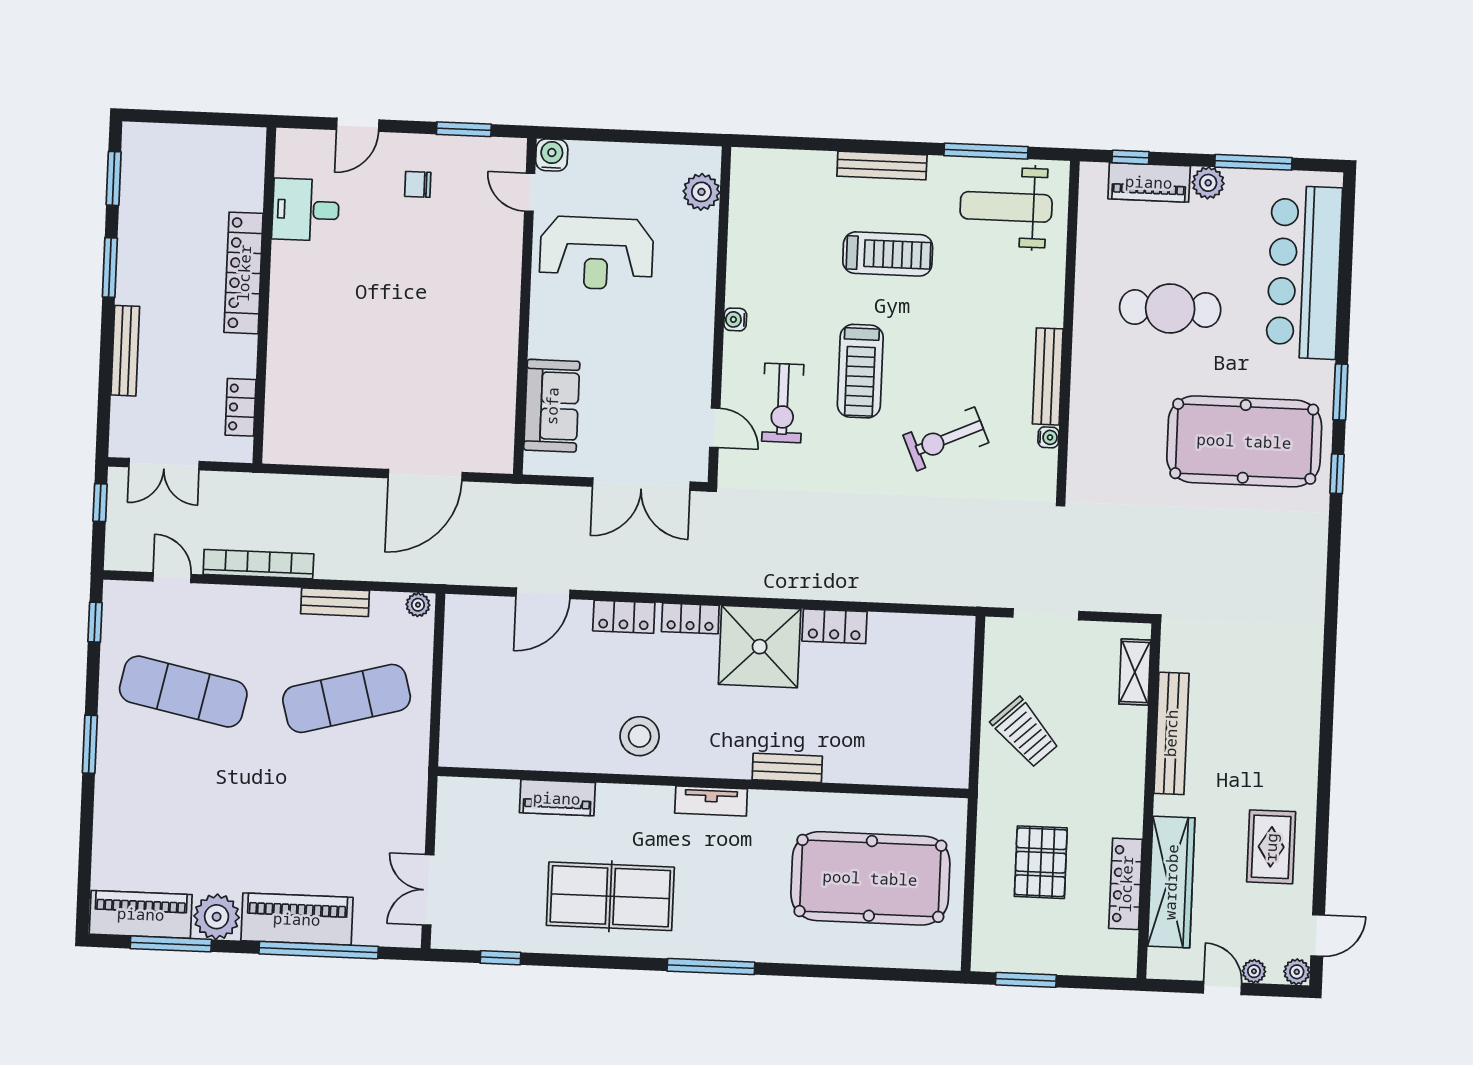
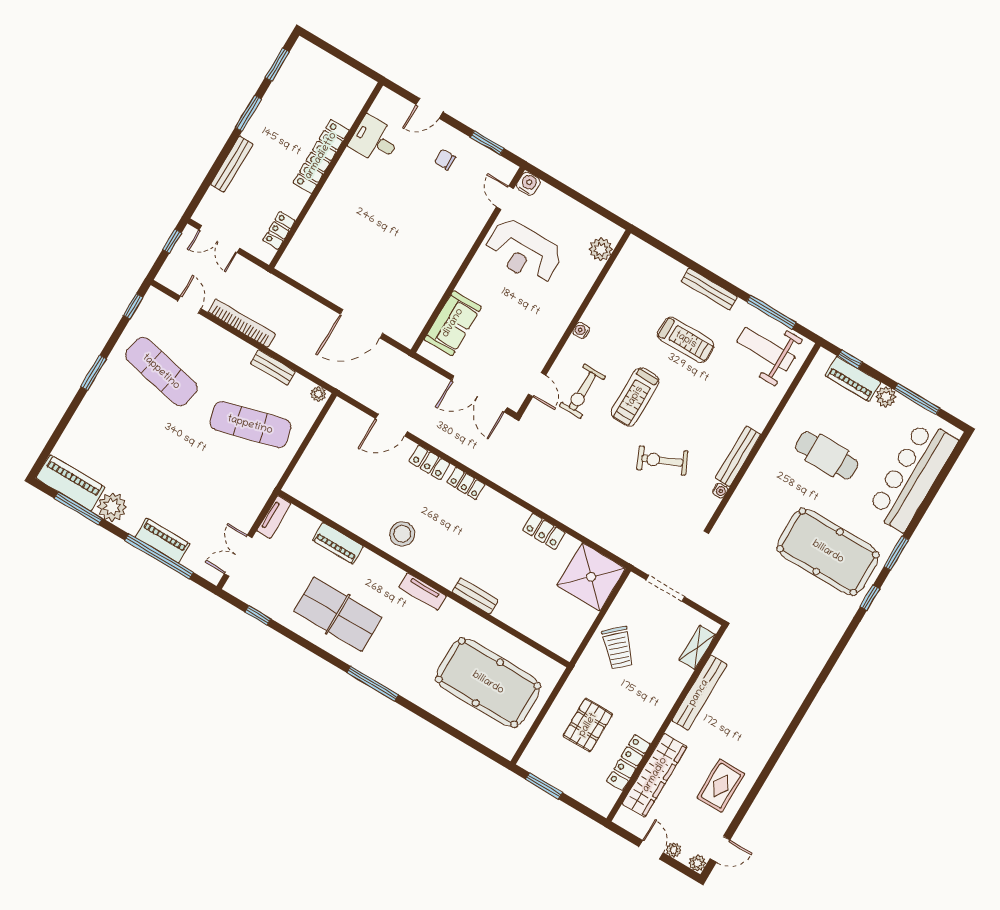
shower: (760, 647) -> (591, 577), moved
tv unit: (449, 809) -> (274, 517), added
piano: (297, 919) -> (162, 541), width x0.73, depth x0.75

